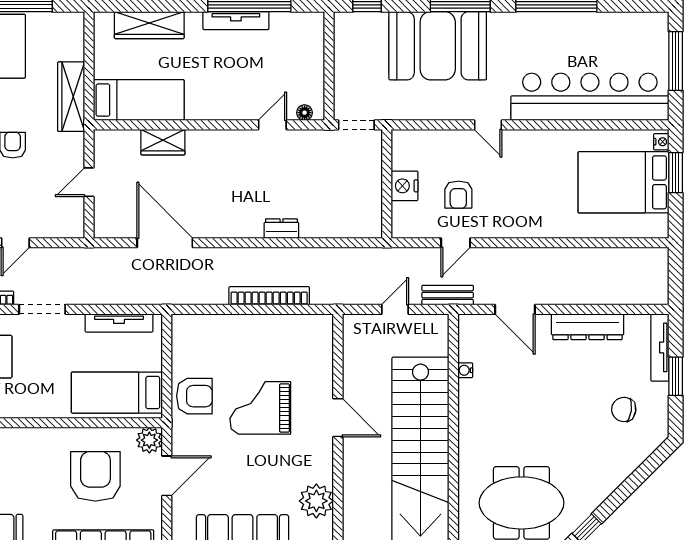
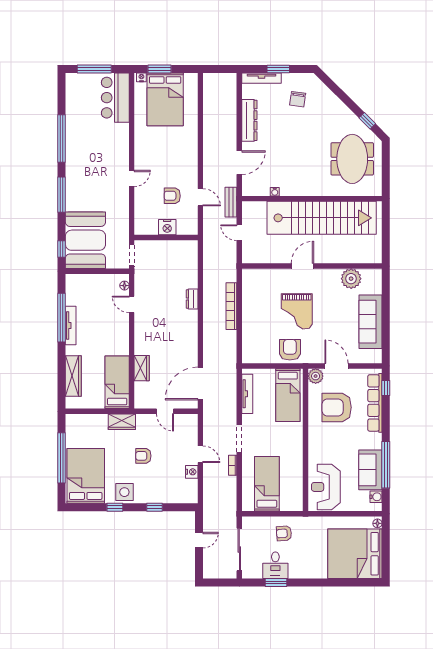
booth: (438, 46) -> (85, 240), moved
wardrobe: (71, 97) -> (122, 422), width x0.67
bar counter: (590, 97) -> (115, 98), width x0.54
armchair: (458, 195) -> (172, 196), turned 180
door: (165, 243) -> (200, 384), moved

